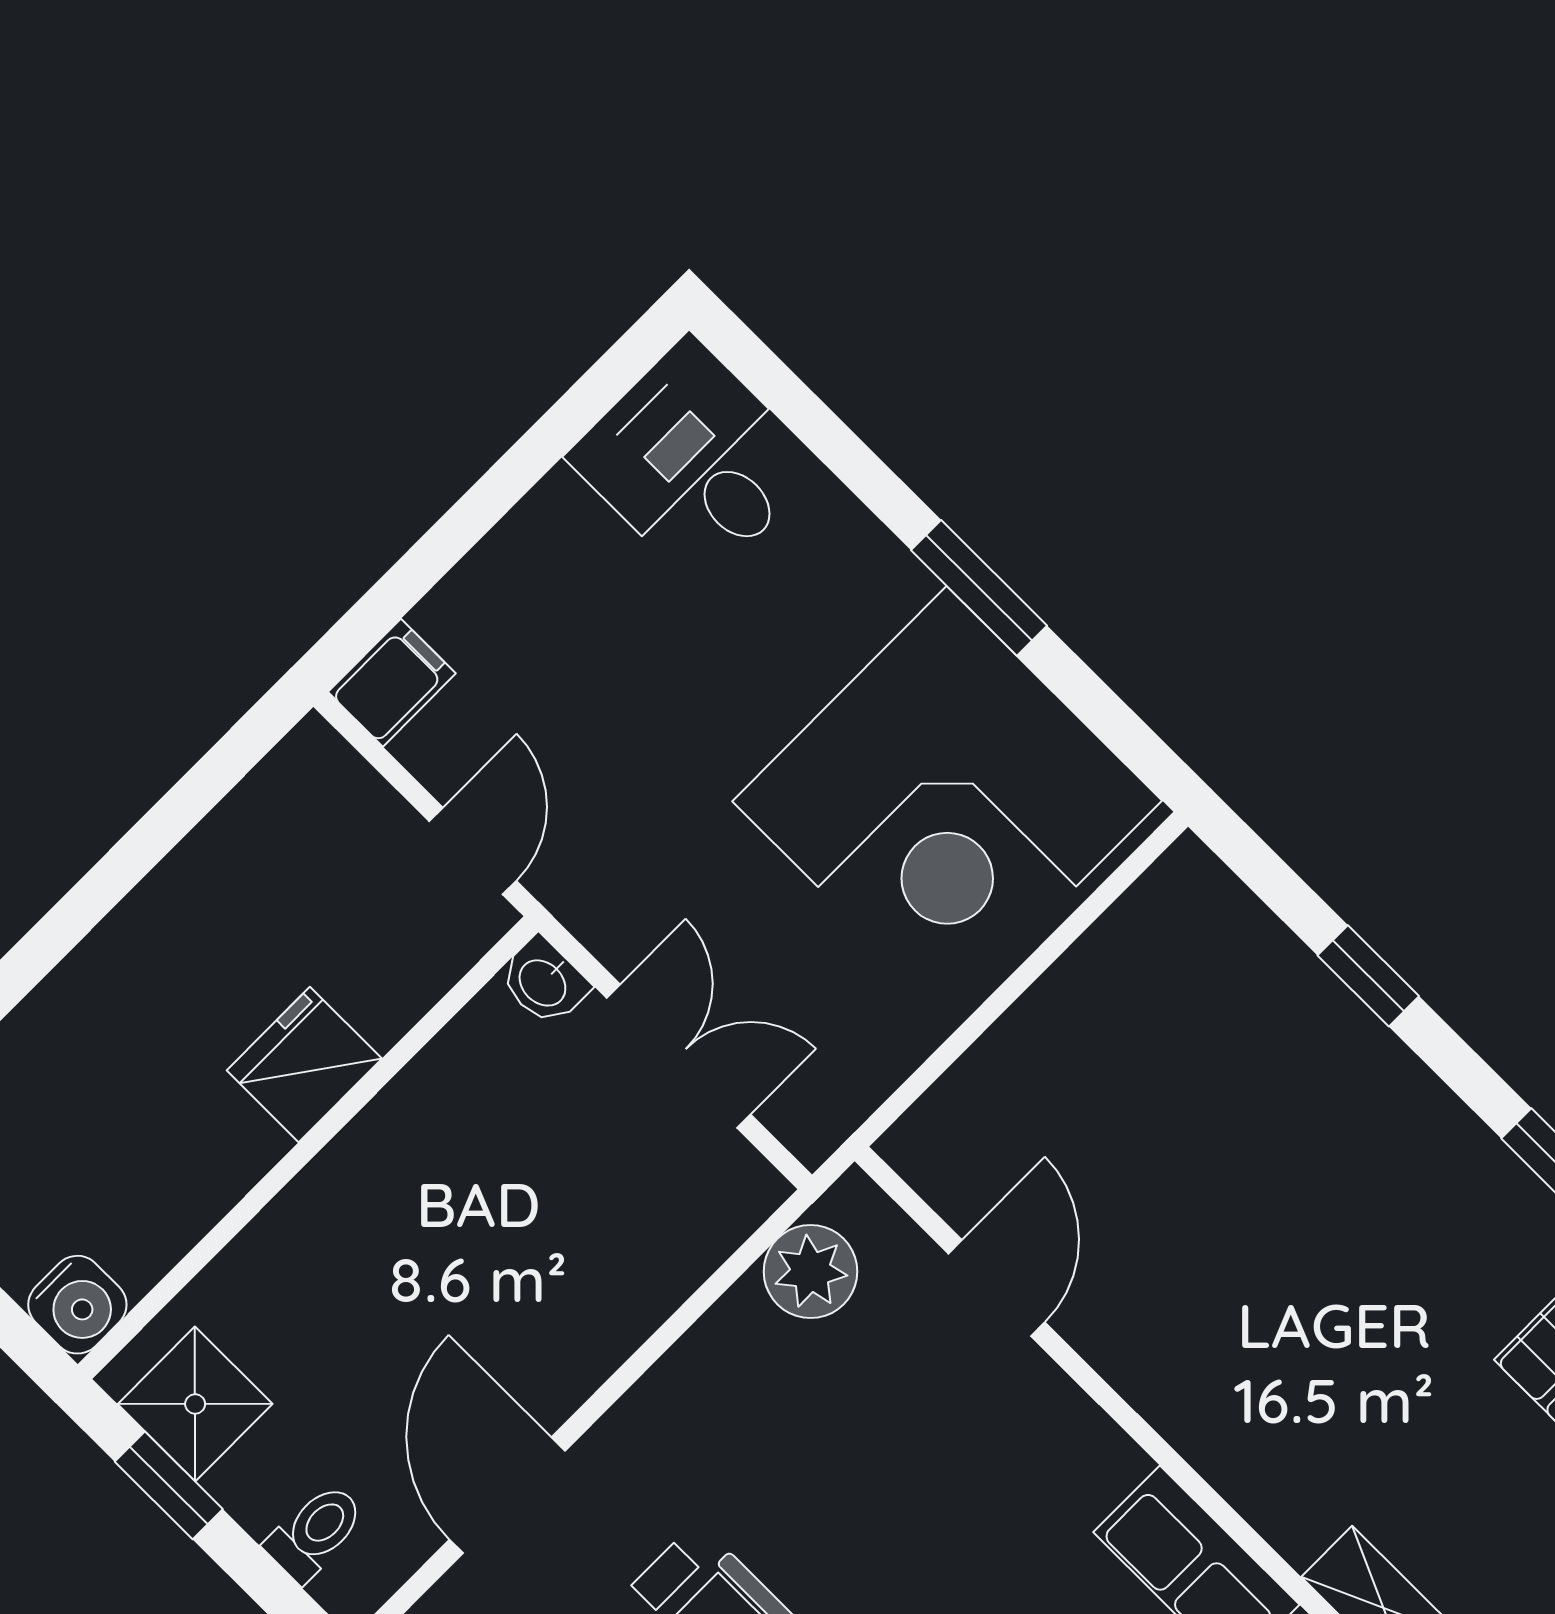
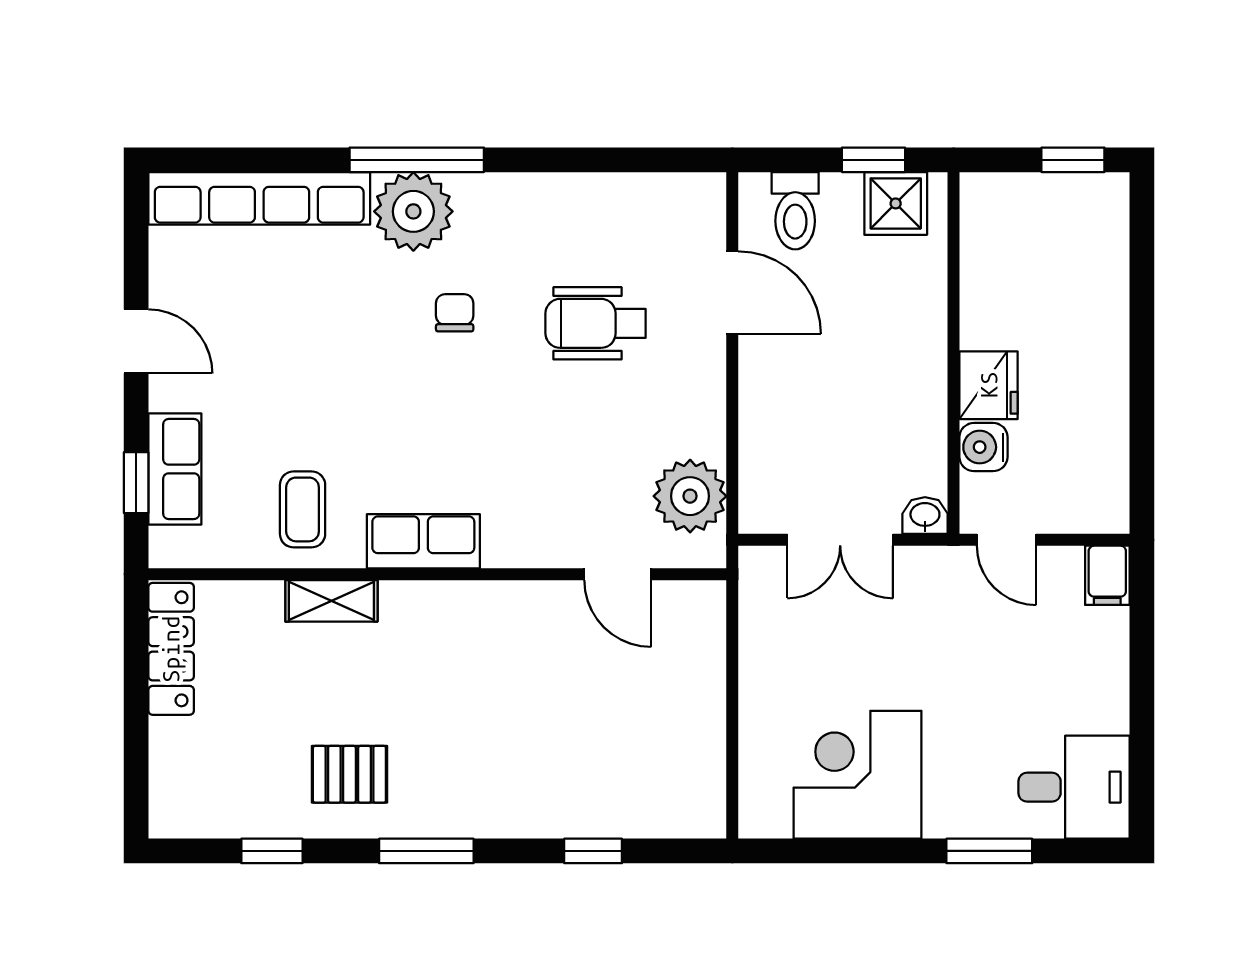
window: (979, 588) -> (989, 851), moved
corner desk: (947, 801) -> (857, 775), width x0.74, depth x0.74
plant: (811, 1272) -> (690, 496), width x1.36, depth x1.36
water cooler: (77, 1305) -> (983, 447), moved
toilet: (315, 1532) -> (795, 211), width x1.37, depth x1.39

